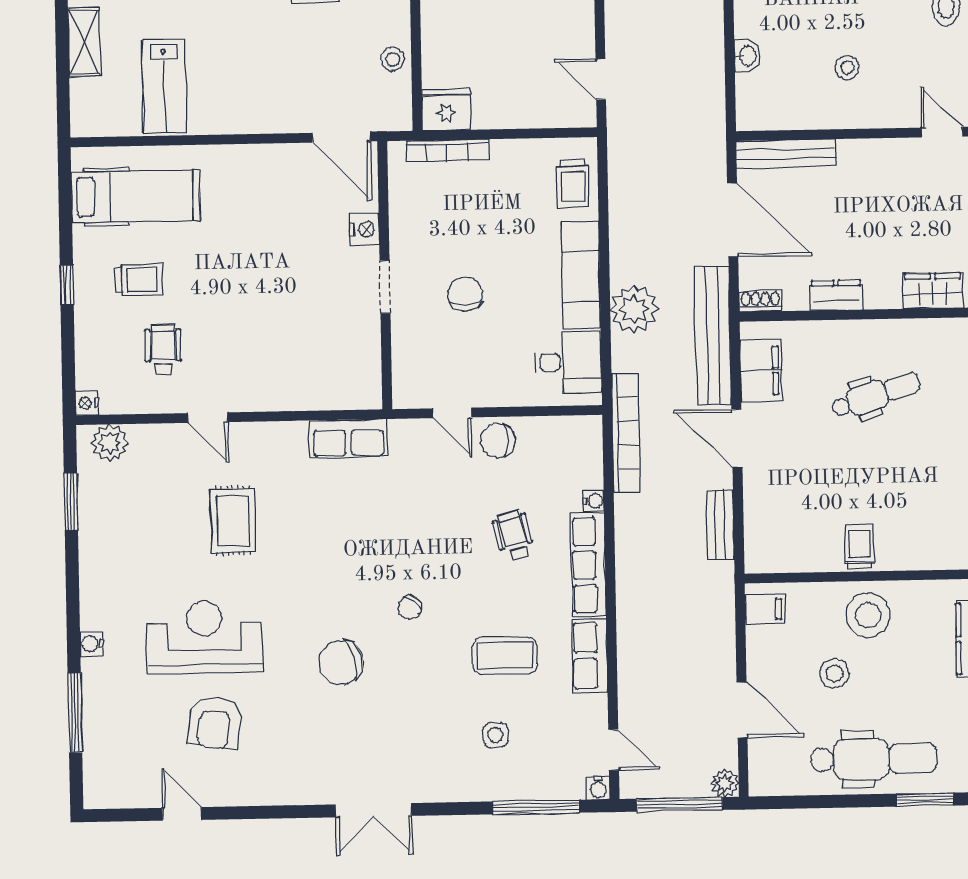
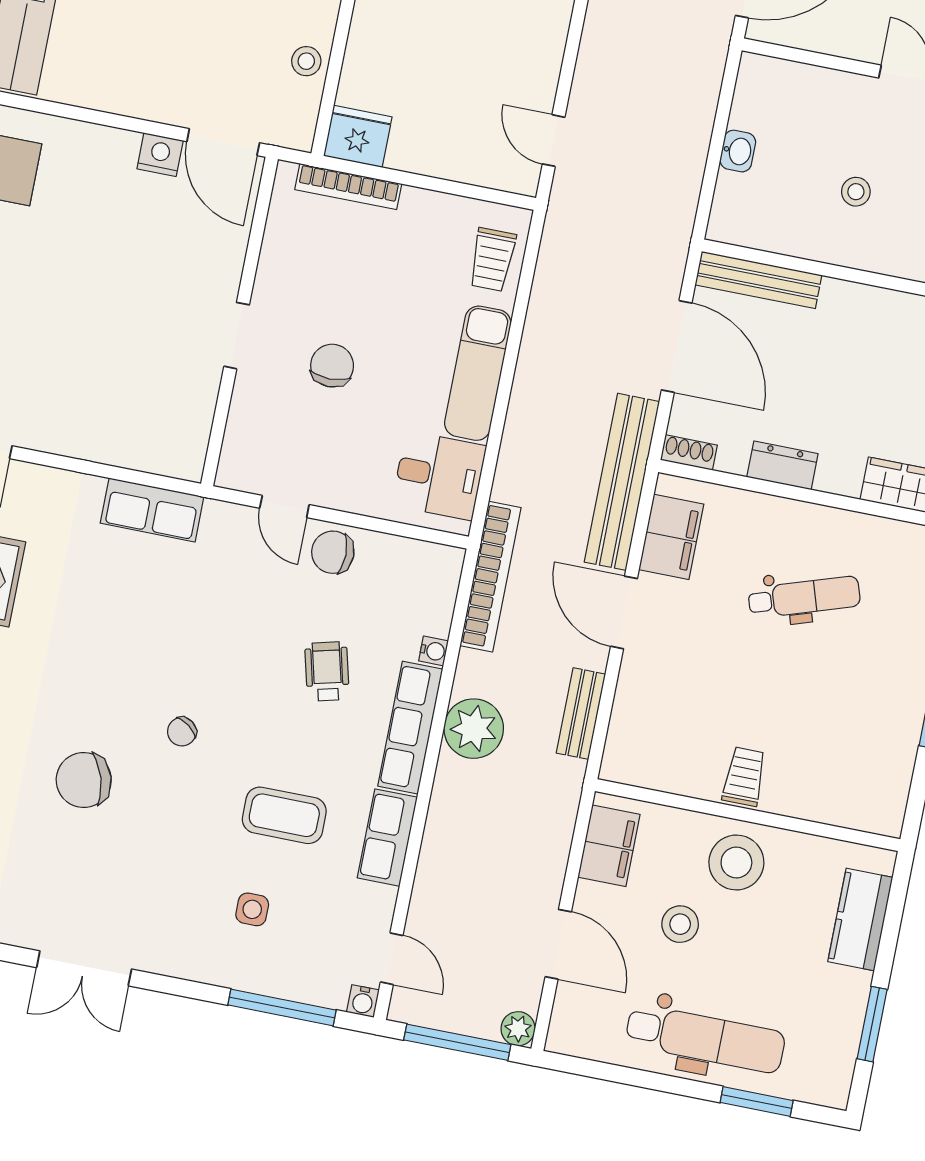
nightstand: (364, 229) -> (160, 155), moved, turned -90
plant: (634, 309) -> (474, 729), moved
filing cabinet: (765, 609) -> (609, 846), width x2.00

